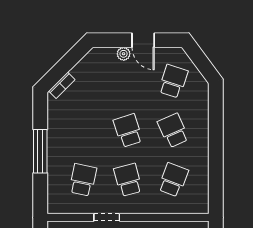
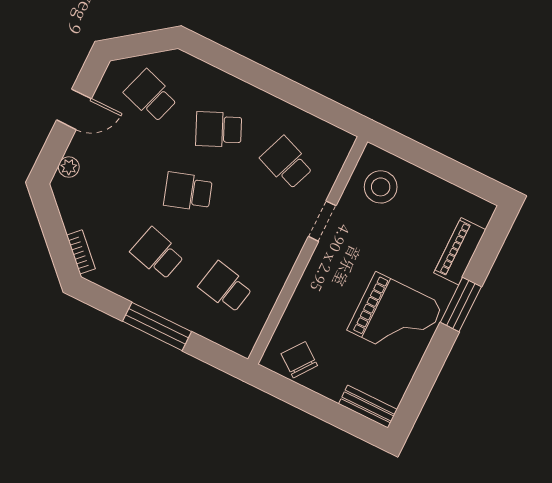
plant: (124, 54) -> (69, 167), moved
school desk: (128, 180) -> (157, 254), moved, turned 30
doorway: (107, 217) -> (322, 221), moved

